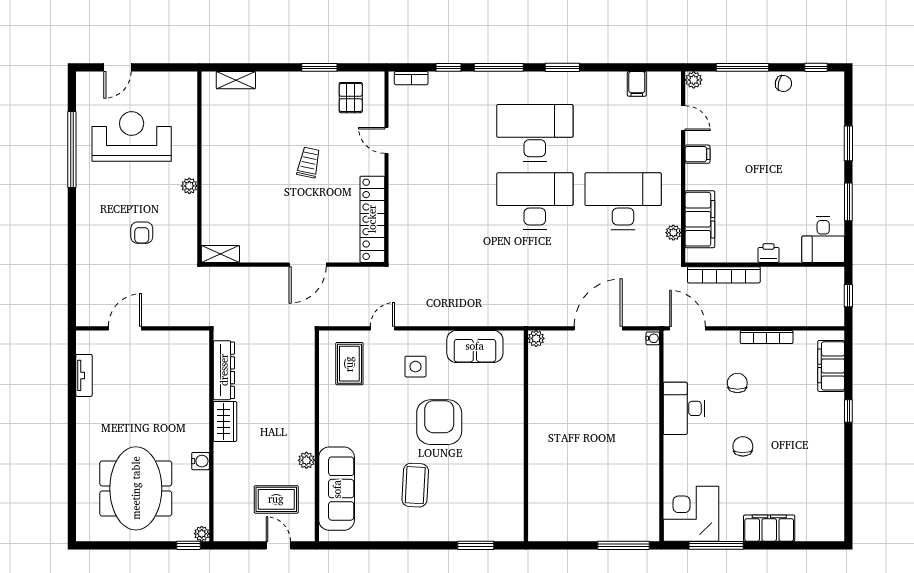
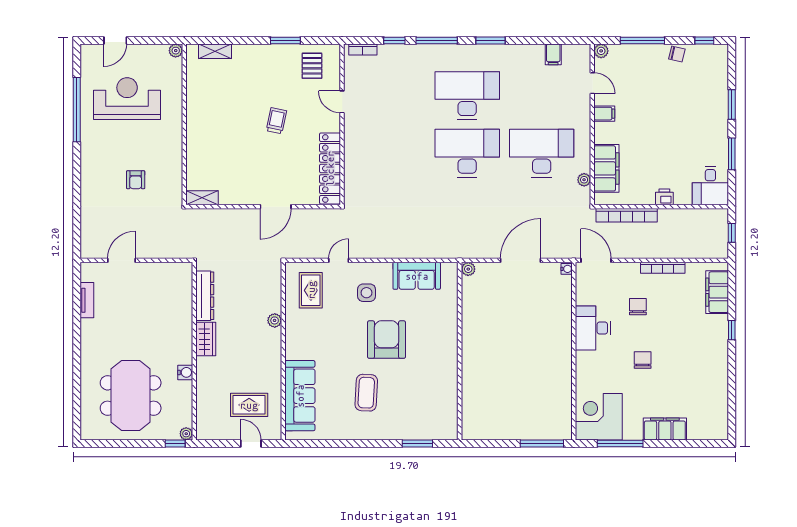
plant: (189, 186) -> (176, 51), moved
plant: (306, 460) -> (275, 320), moved

